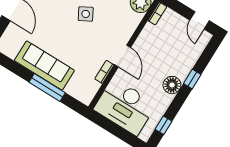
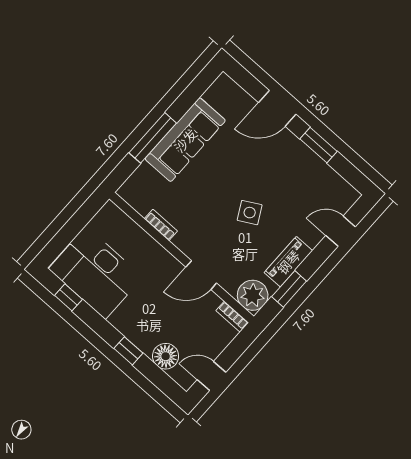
door: (123, 56) -> (201, 275), moved
floor lamp: (172, 85) -> (166, 356), moved
desk: (125, 107) -> (96, 273), moved, turned -90

